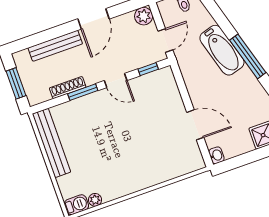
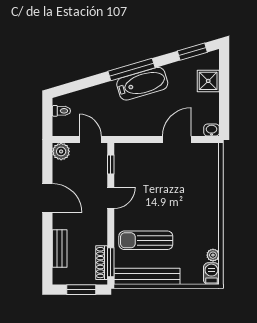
bench: (55, 46) -> (60, 248), width x0.73
bathtub: (222, 50) -> (142, 84), moved
shoe rack: (68, 88) -> (102, 263), moved
window: (83, 92) -> (111, 262), moved
sun lounger: (86, 129) -> (146, 240), added

